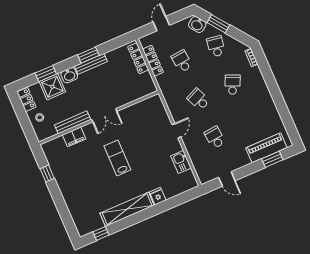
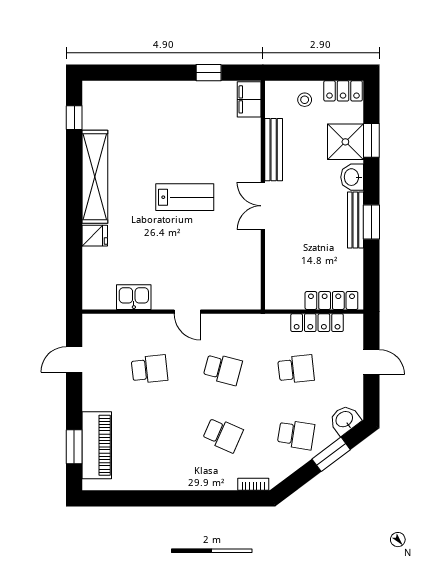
school desk: (198, 99) -> (223, 369), turned 39
filing cabinet: (74, 137) -> (249, 99), moved

